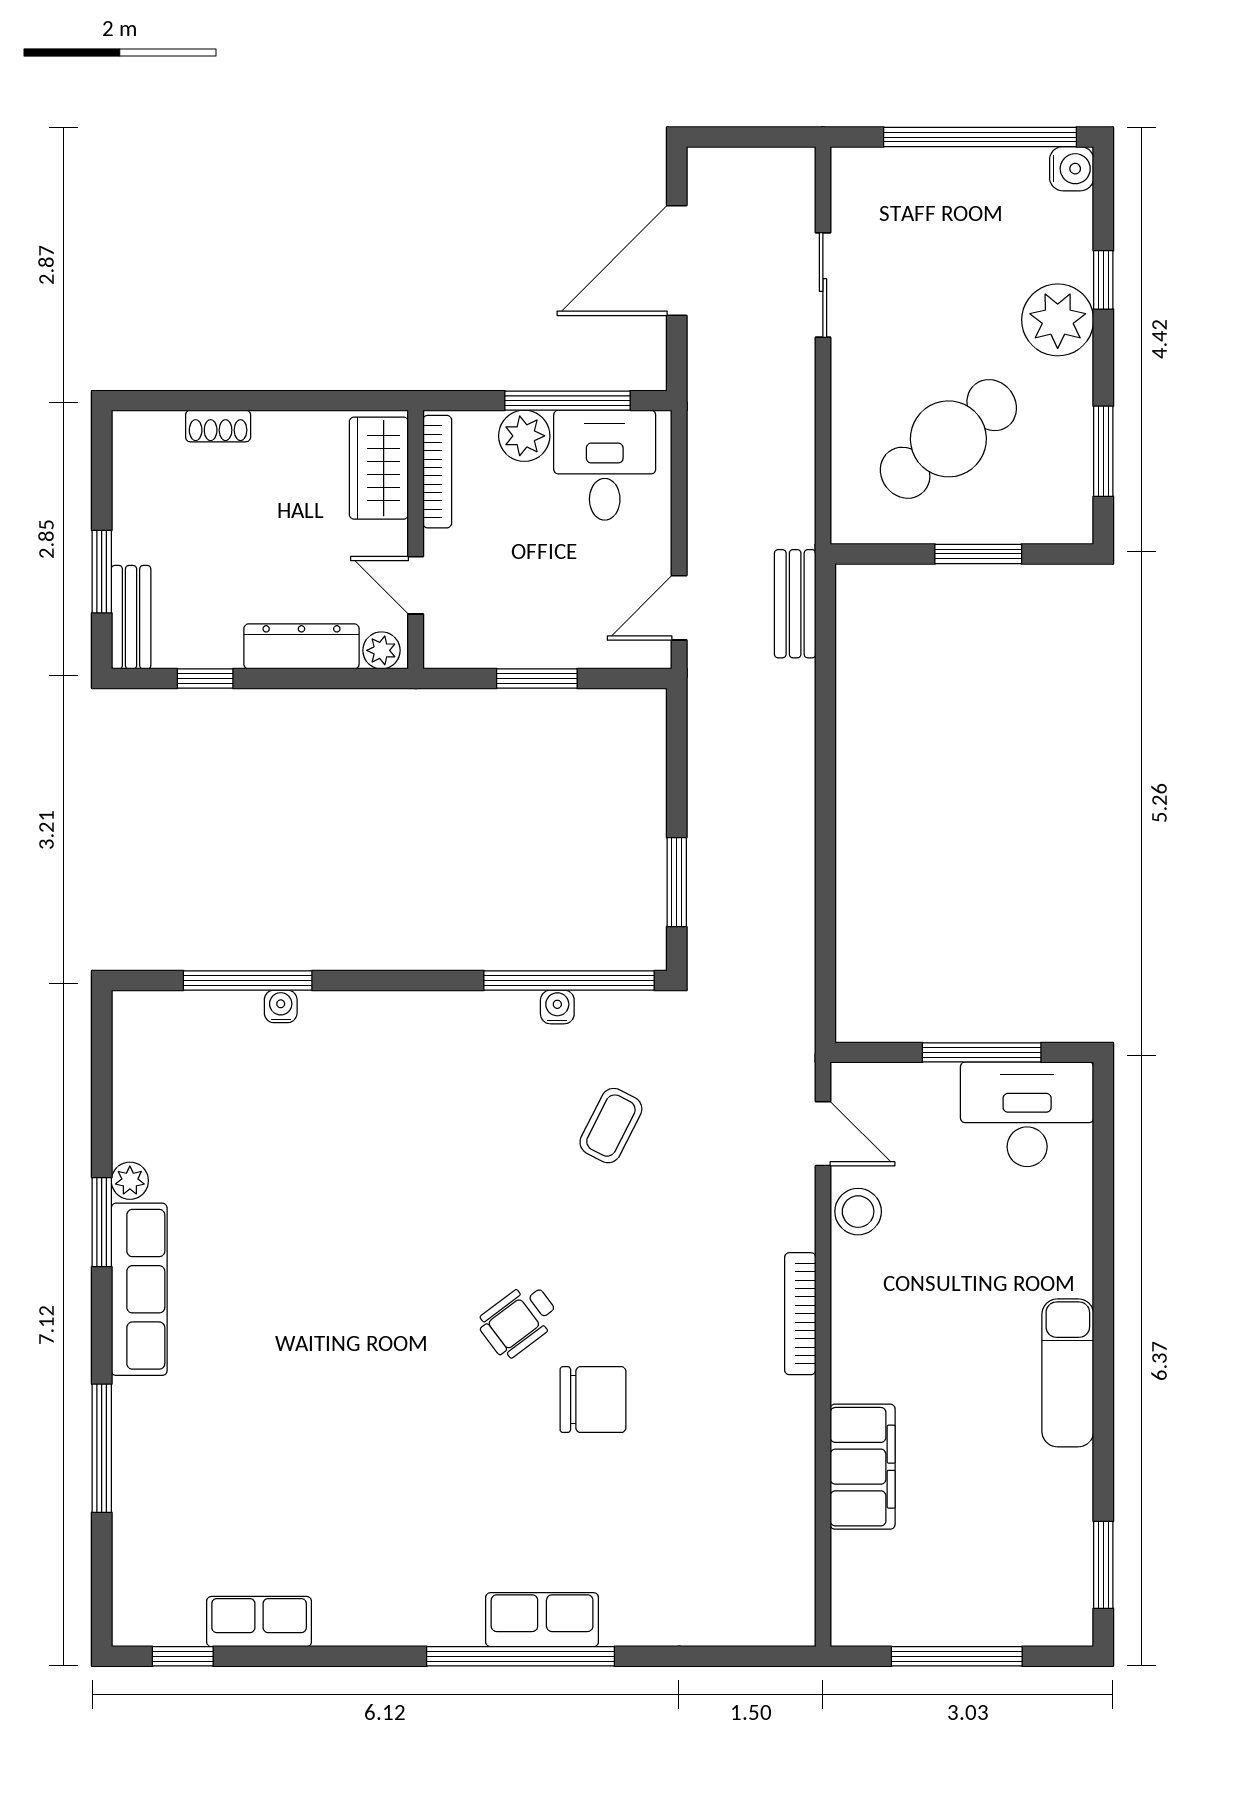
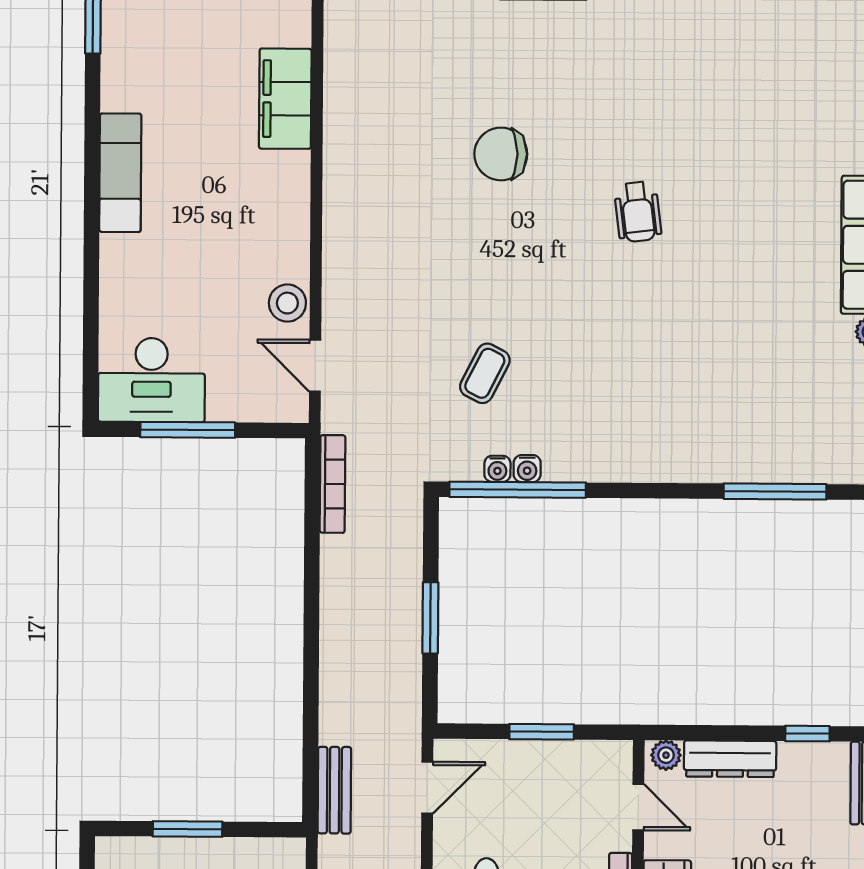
window: (677, 882) -> (430, 618), moved
water cooler: (281, 1006) -> (497, 469), moved
bookcase: (800, 1314) -> (333, 484), moved
wheelchair: (518, 1320) -> (638, 212), moved, turned 120

